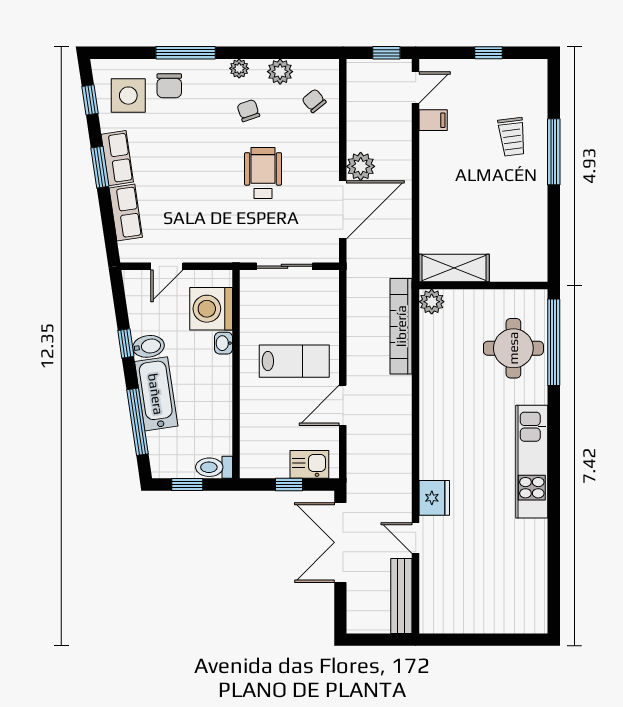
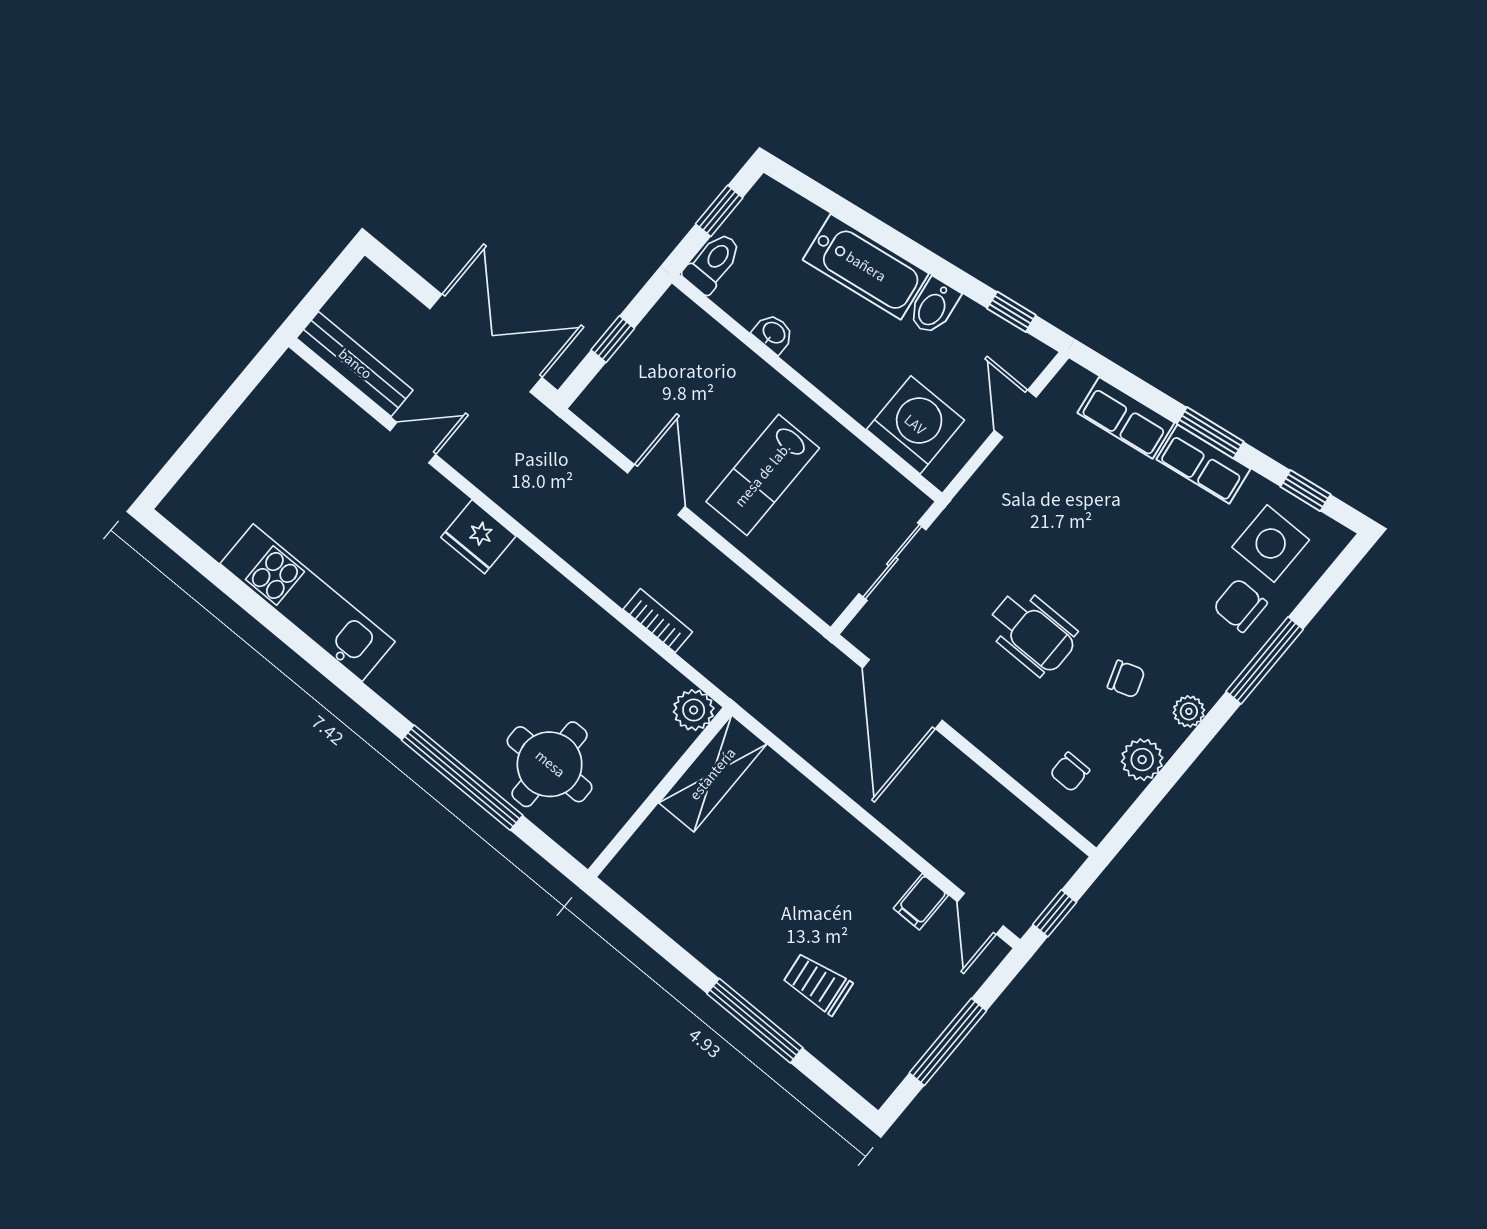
window: (488, 53) -> (948, 1042), width x2.17
chair: (314, 101) -> (1070, 772), turned 129
plant: (361, 166) -> (938, 762), removed
bookcase: (401, 326) -> (658, 621), width x0.43, depth x0.76
window: (554, 342) -> (462, 778), moved
window: (126, 343) -> (1011, 312), moved
washbasin: (224, 343) -> (773, 333), moved
window: (137, 422) -> (850, 214), removed
kitchen unit: (532, 462) -> (308, 603), moved
kitchen sink: (309, 464) -> (617, 386), removed
fridge: (434, 498) -> (478, 537), moved

